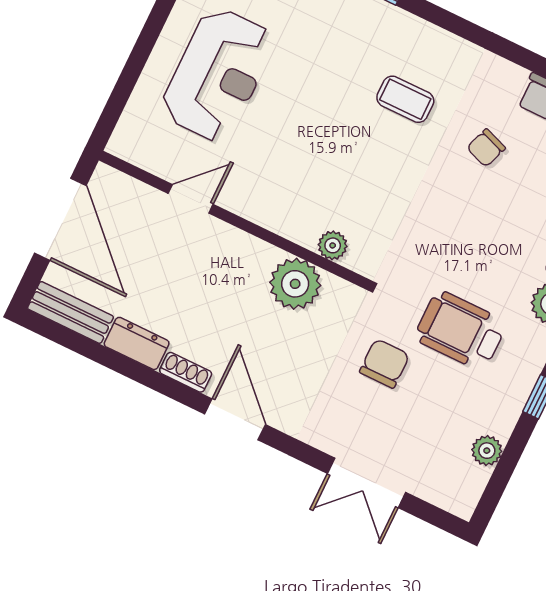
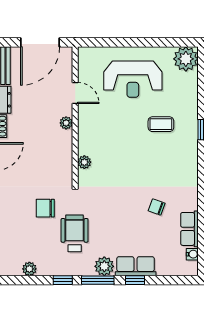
coffee table: (405, 99) -> (161, 124), moved, turned 90
plant: (295, 284) -> (66, 123), moved, width x0.53, depth x0.53
chair: (384, 363) -> (45, 208), turned 180

